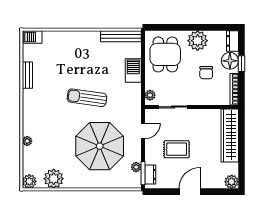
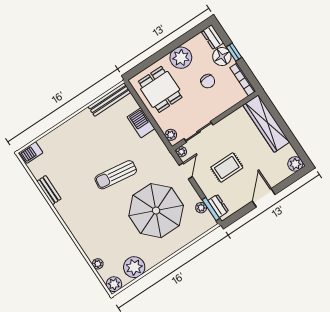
plant: (150, 114) -> (181, 152), added
plant: (27, 141) -> (98, 264), moved

